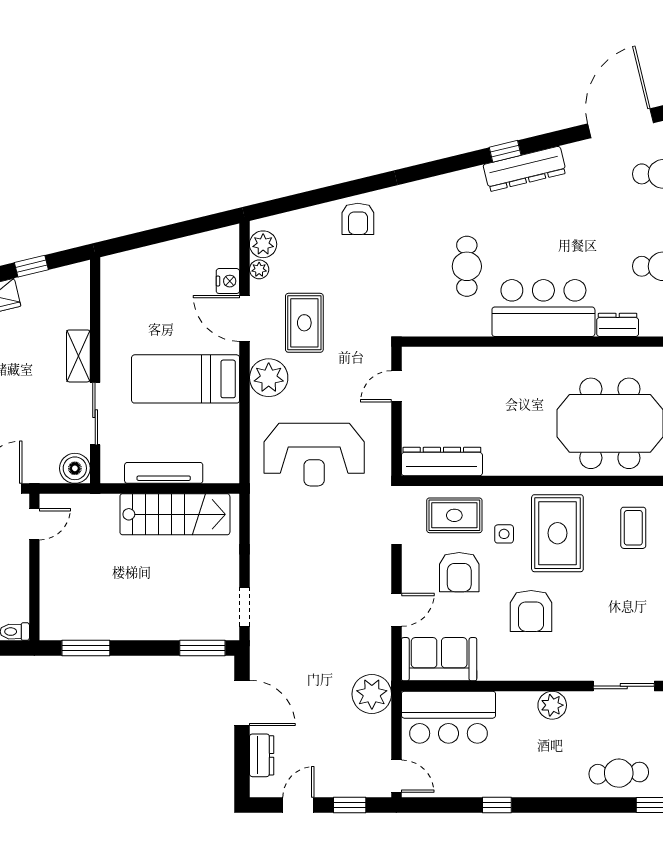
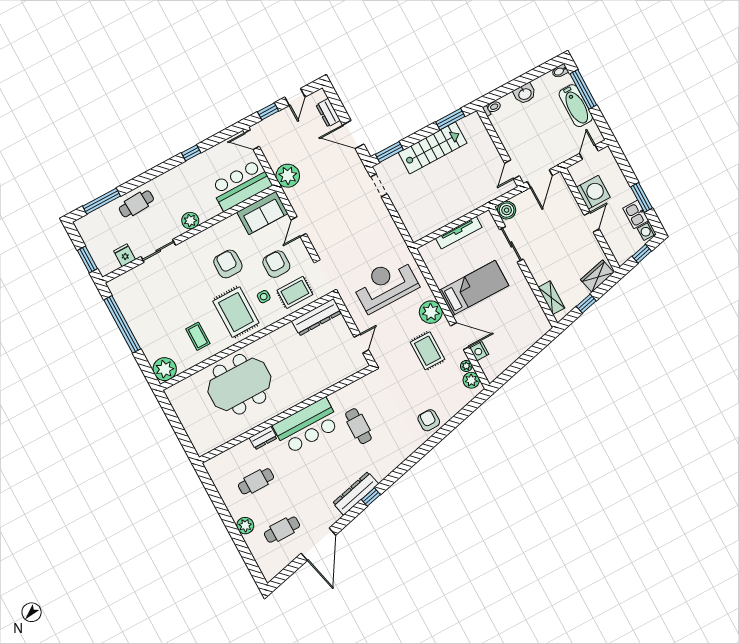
shelving: (78, 356) -> (551, 298), moved
stairs: (175, 514) -> (433, 148), moved, turned 180

